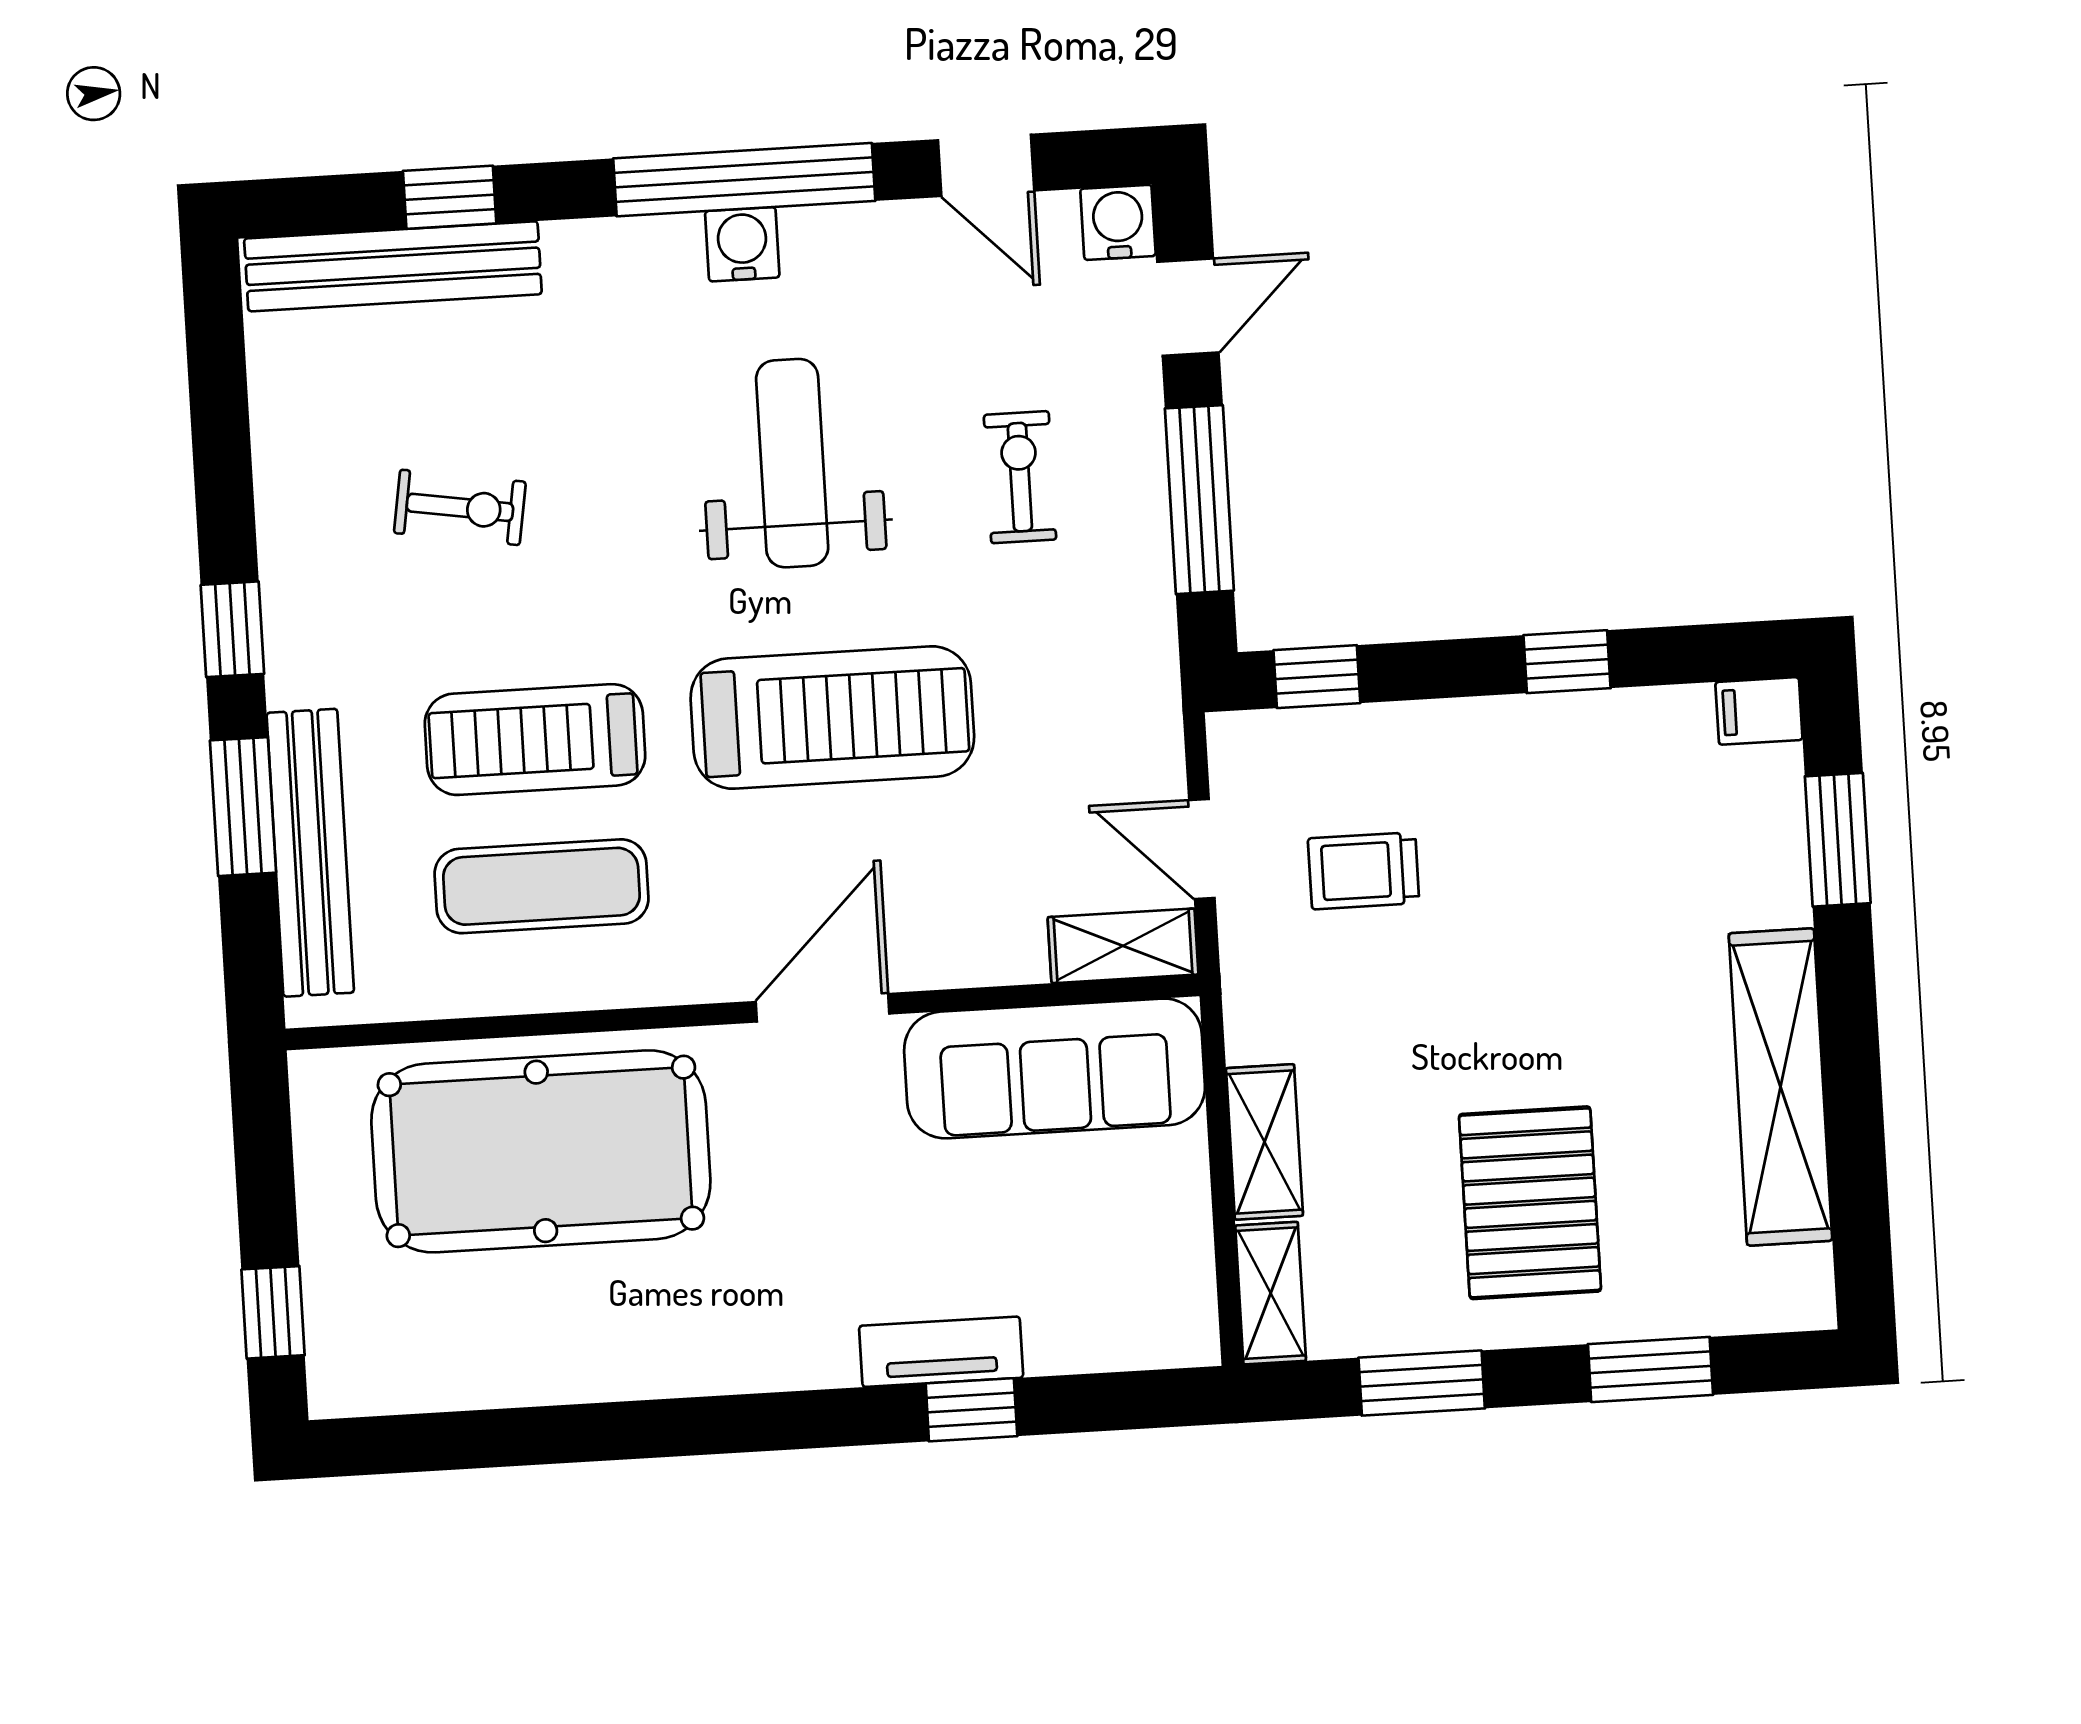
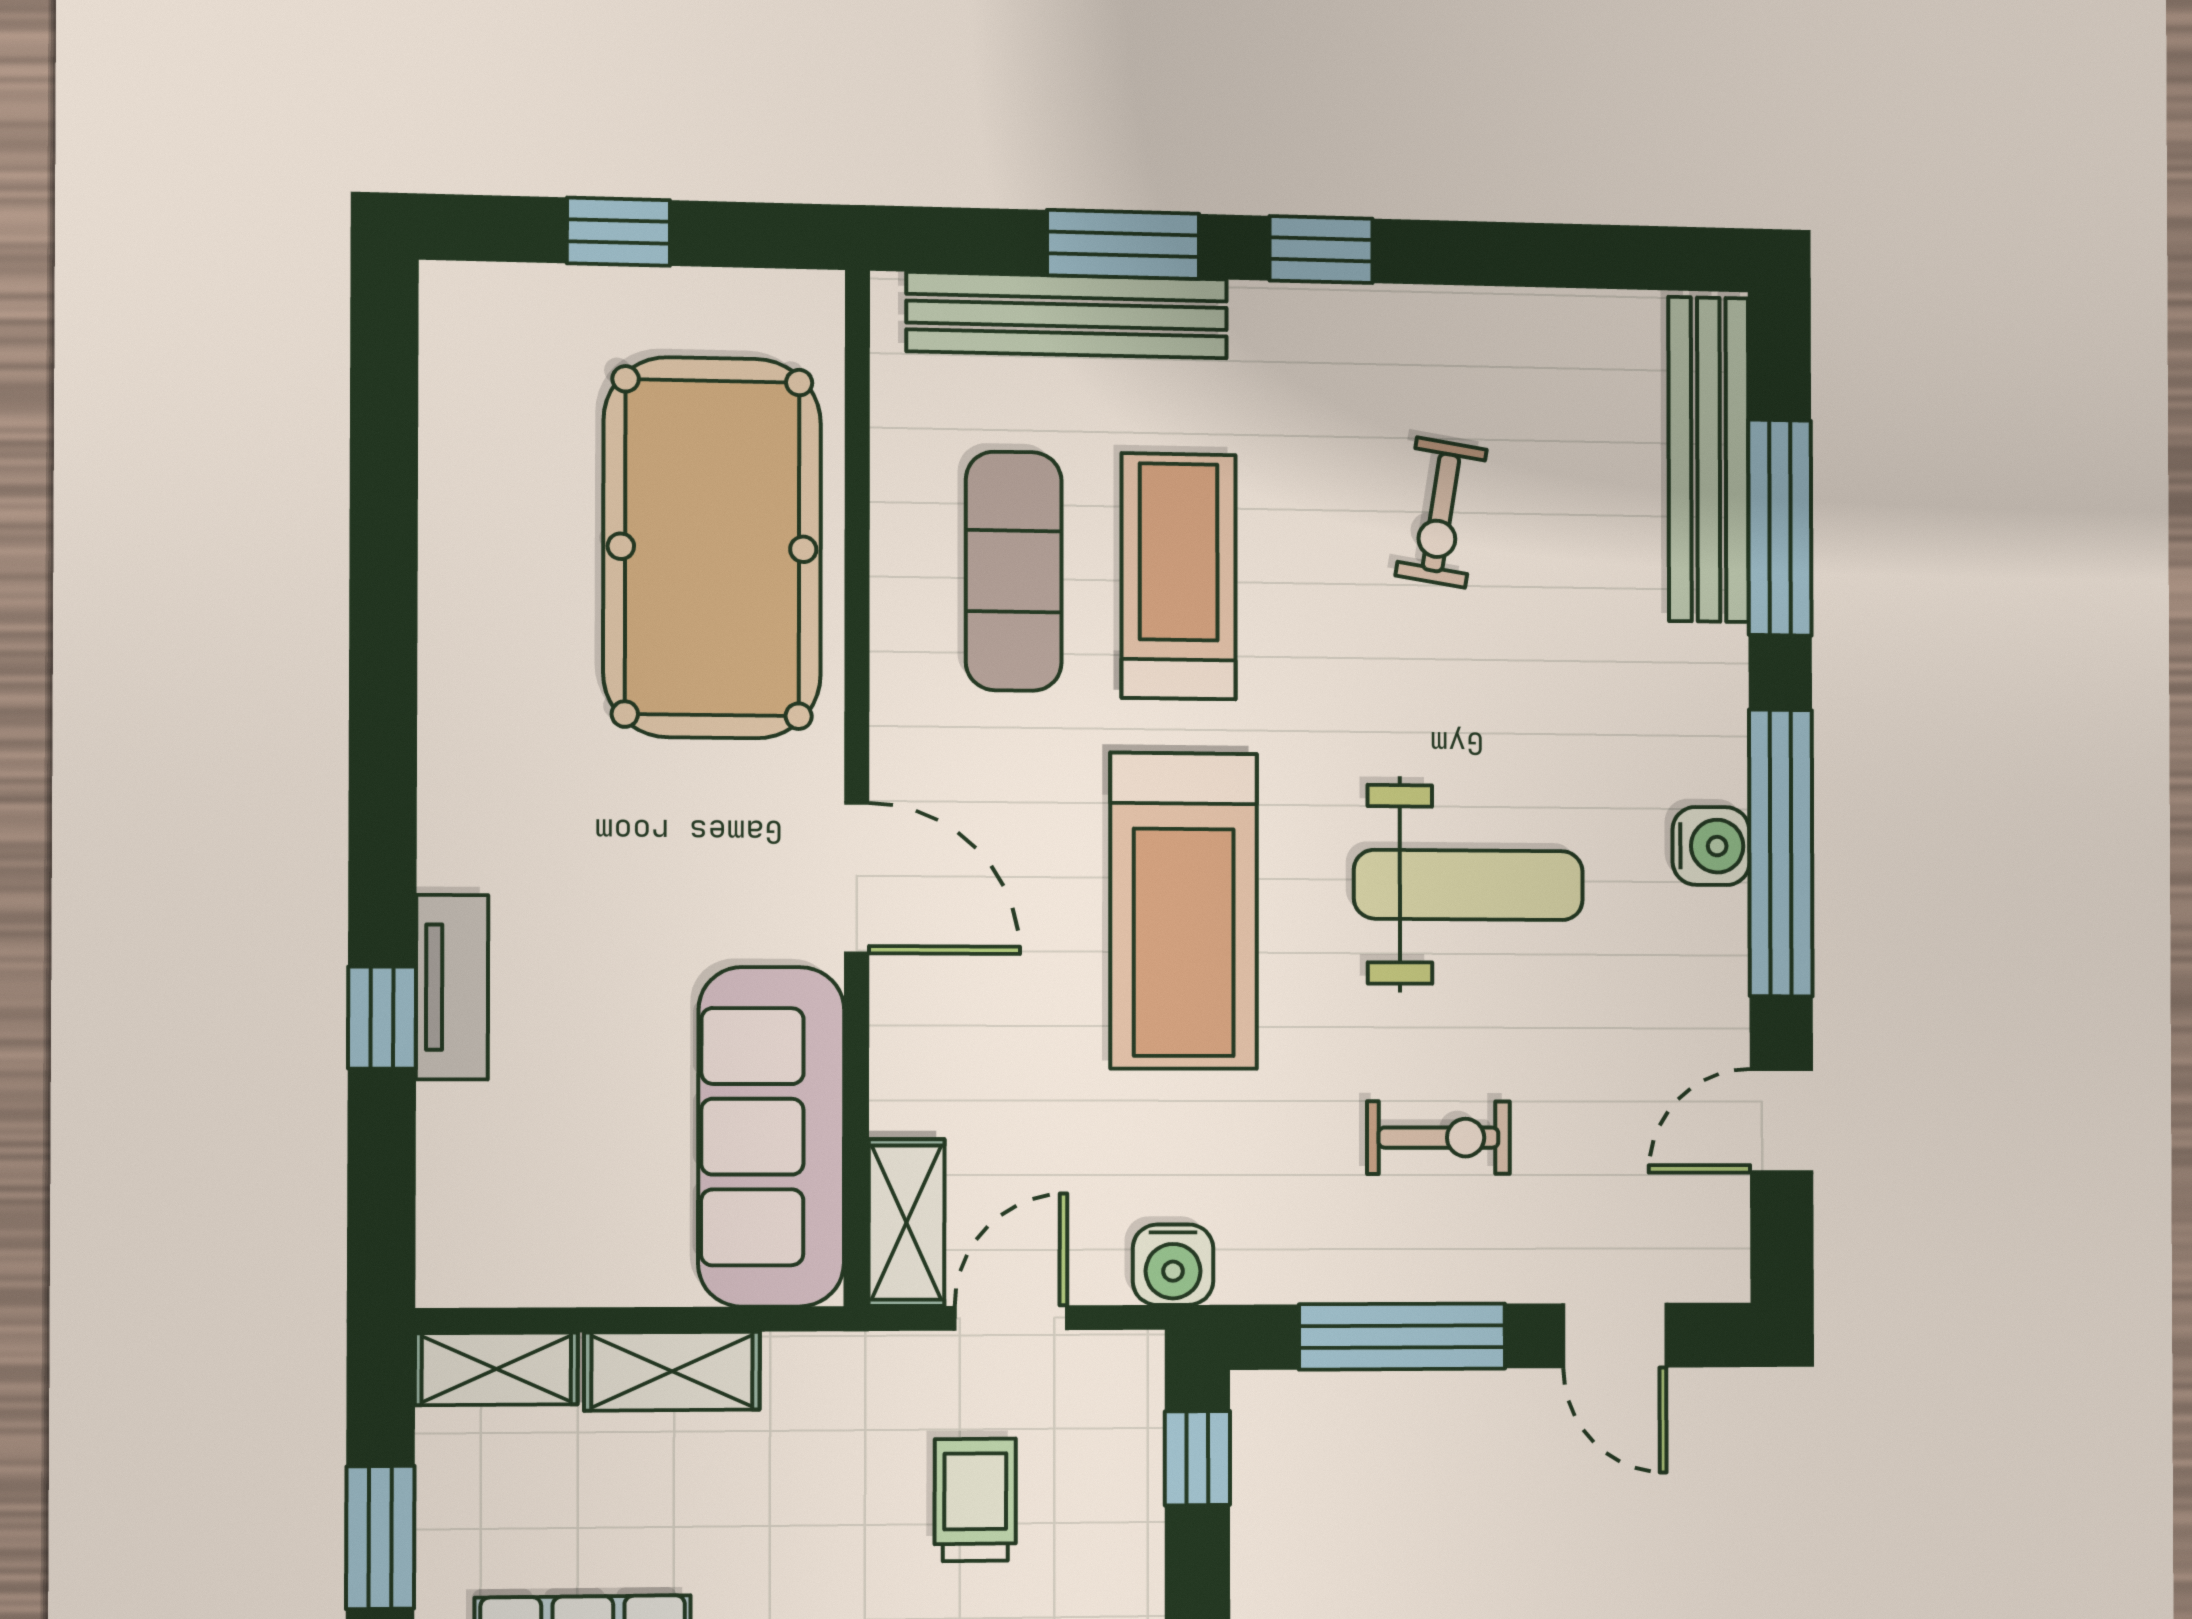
window: (450, 197) -> (1780, 528), width x2.17
water cooler: (1118, 222) -> (1173, 1265), moved, turned 90
window: (273, 1312) -> (618, 232), moved

